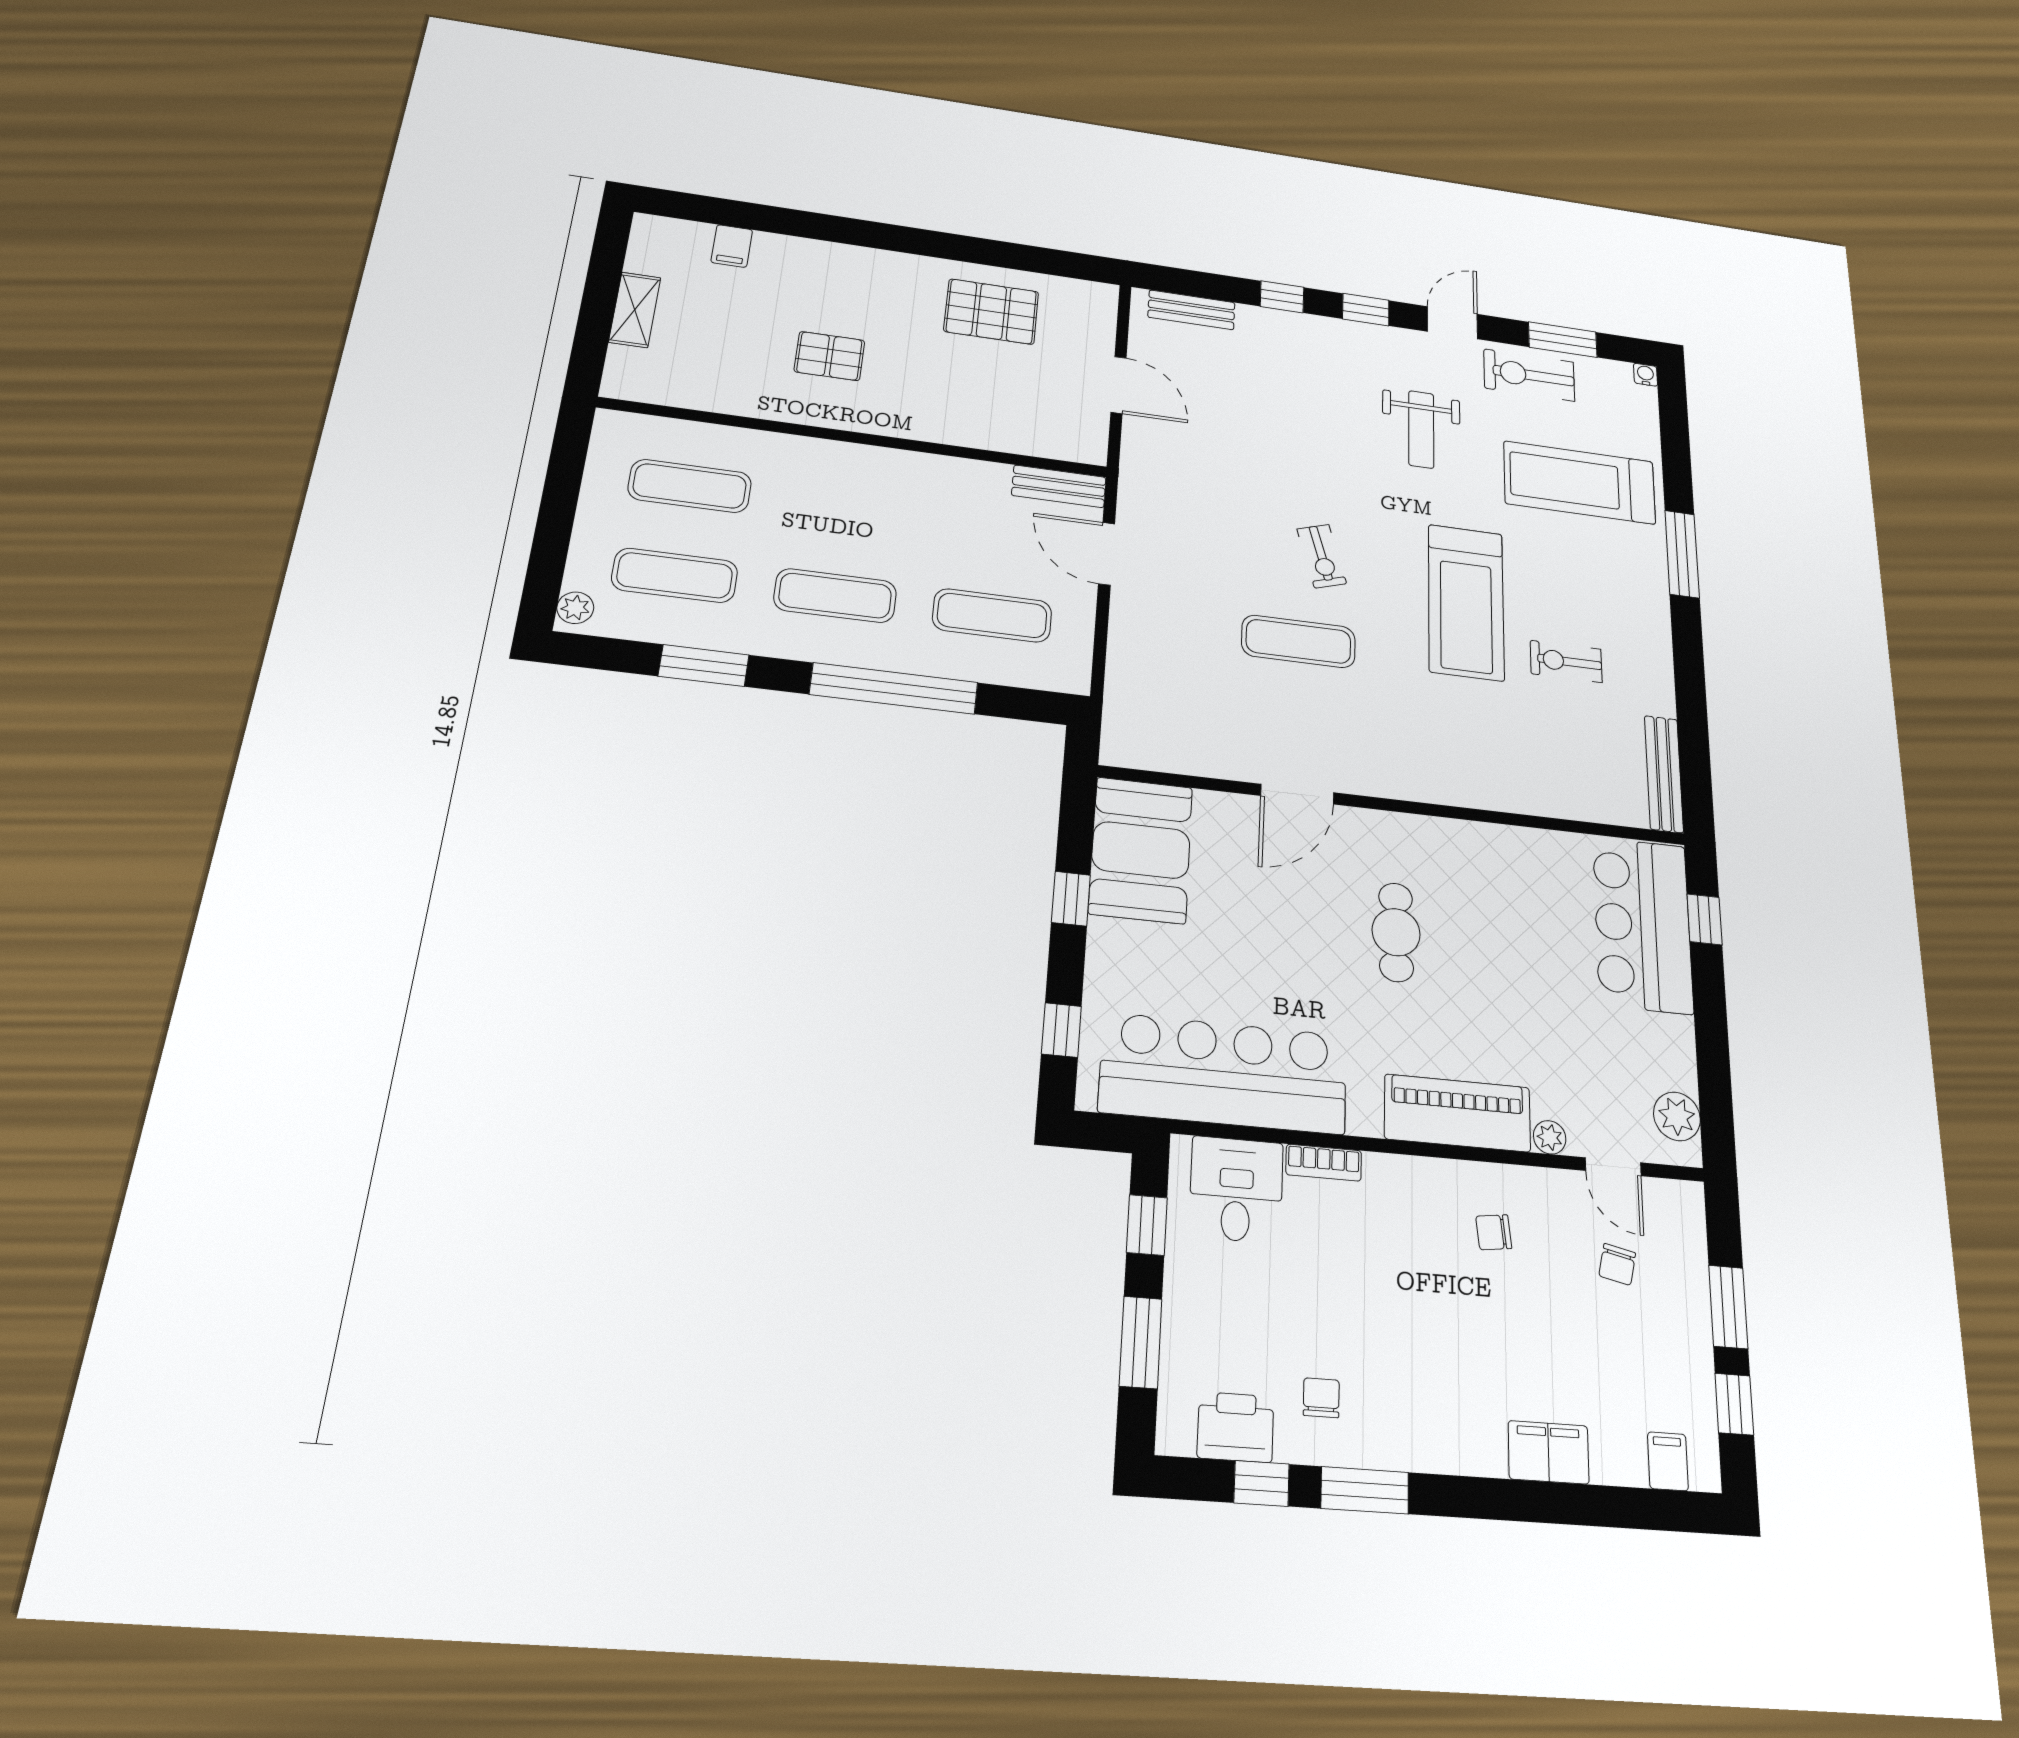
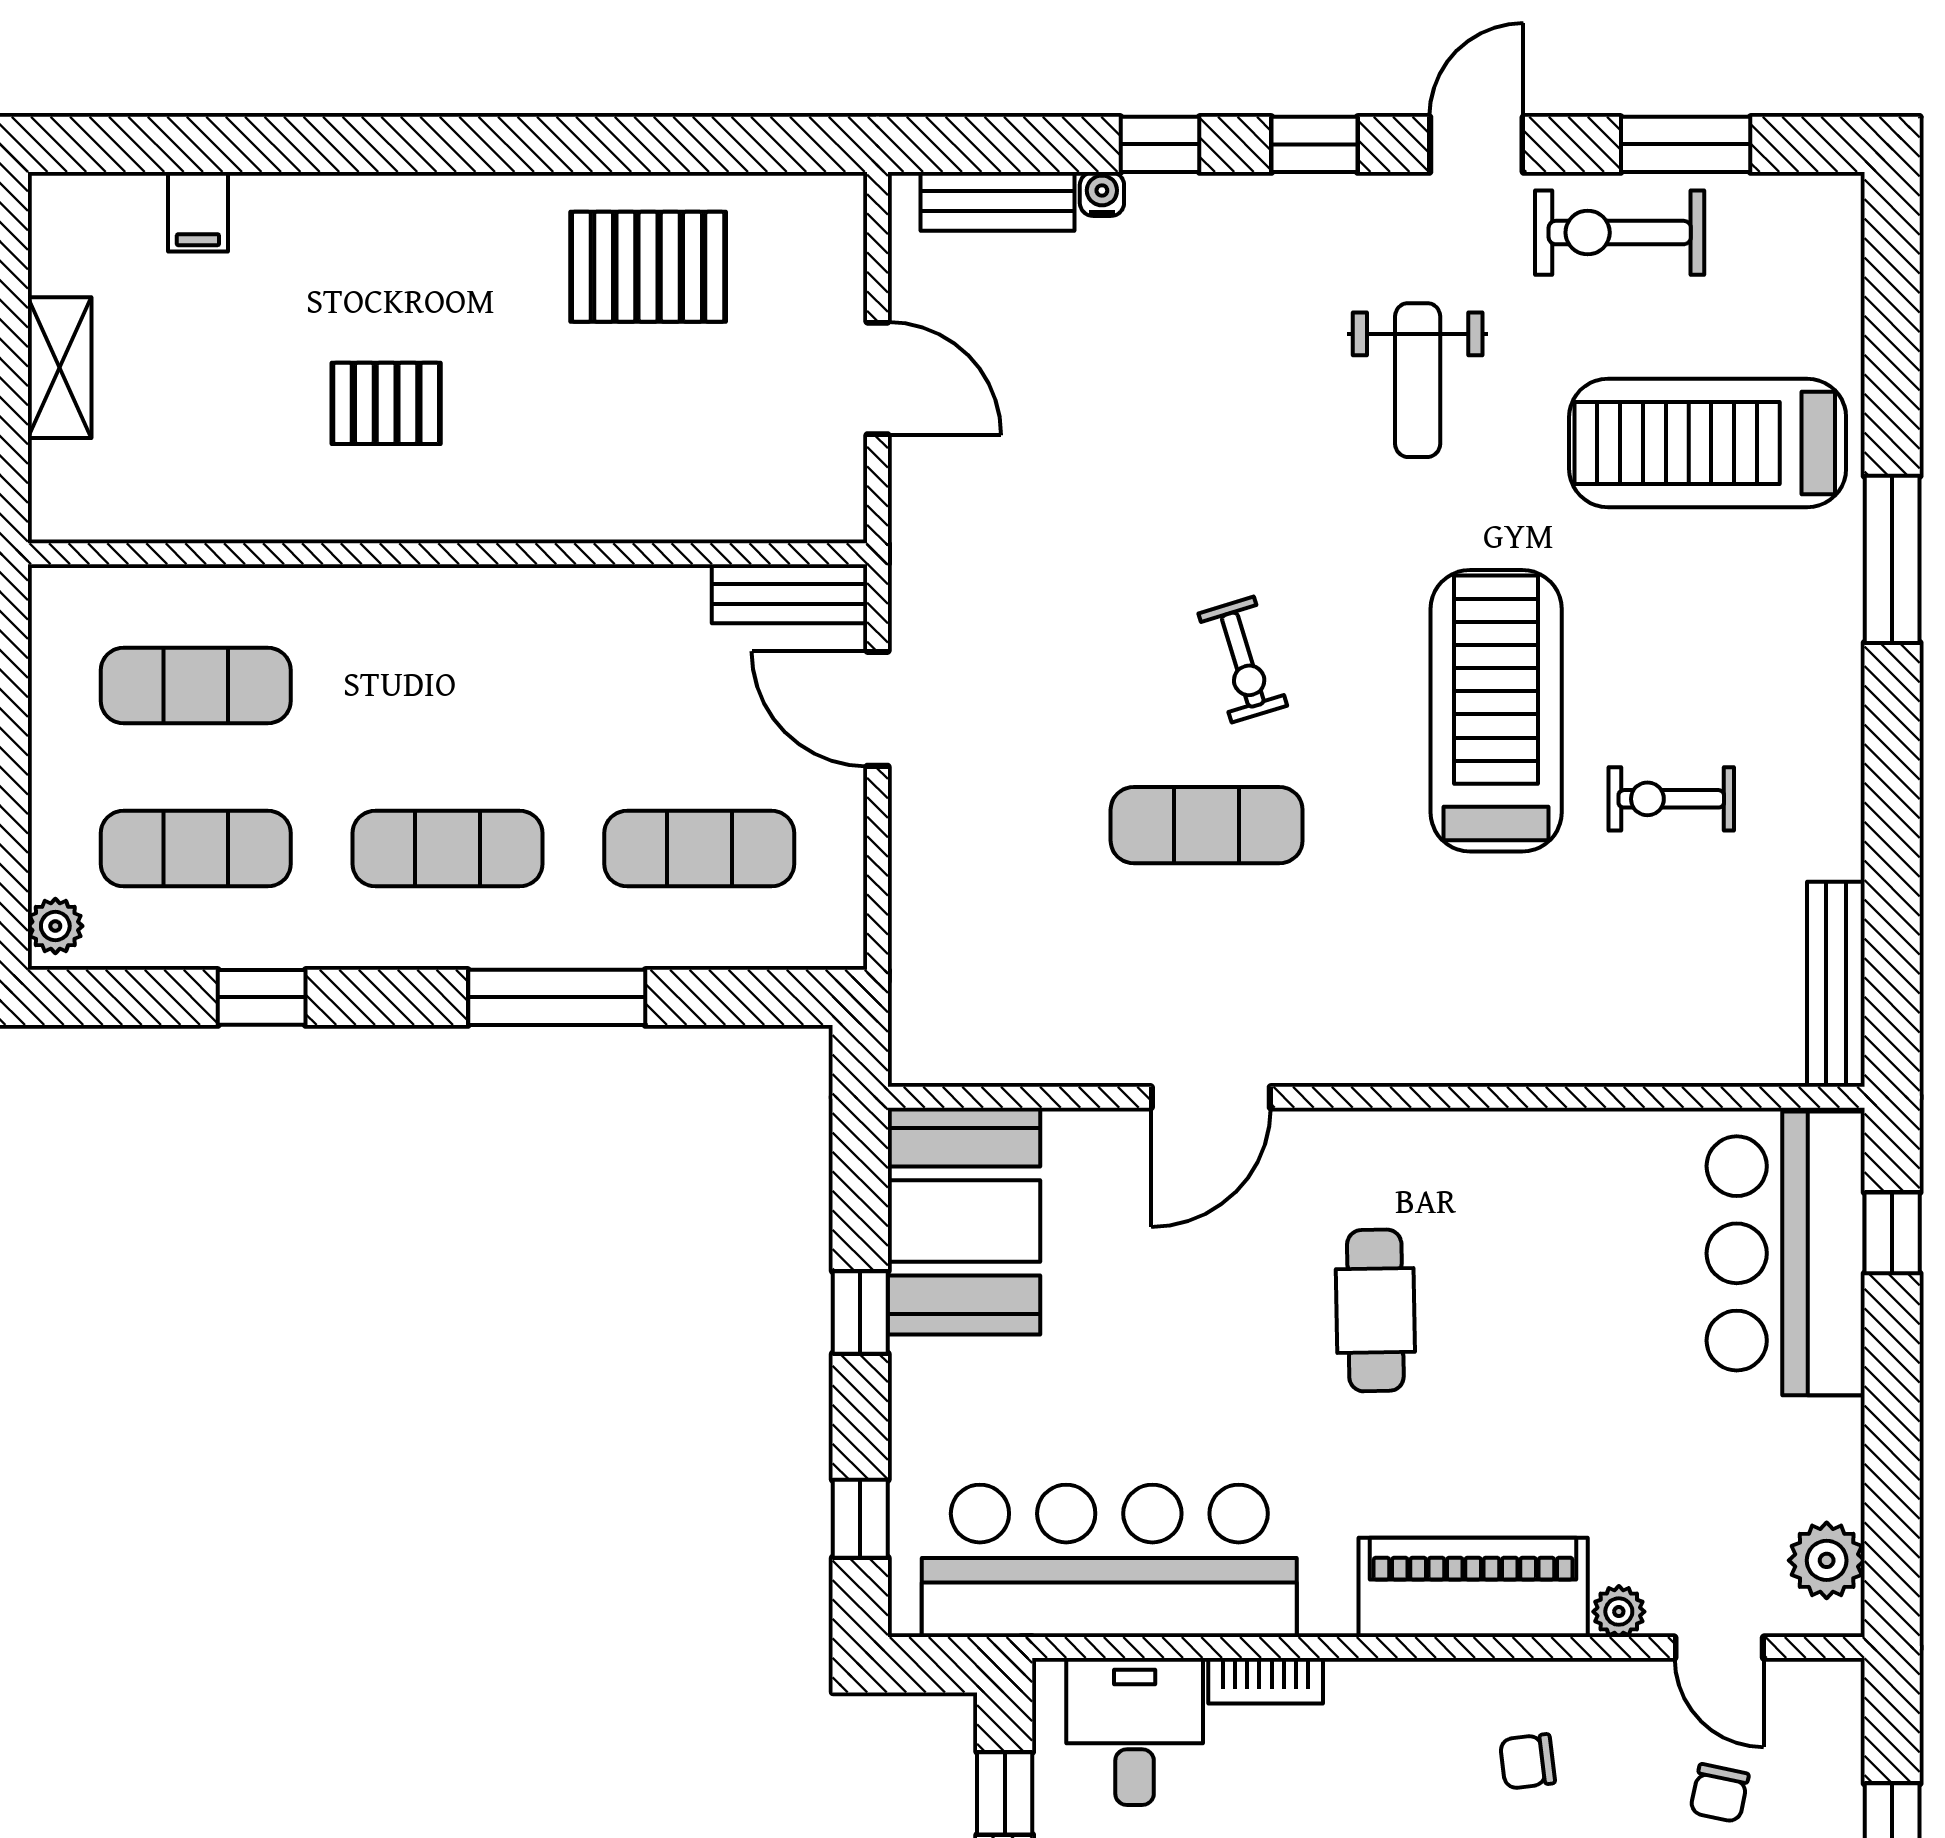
water cooler: (1646, 375) -> (1102, 194), moved
treadmill: (1466, 602) -> (1496, 711), turned 180
window: (704, 666) -> (262, 997), width x0.67
window: (894, 688) -> (557, 997), width x0.68

